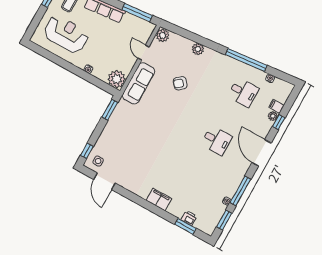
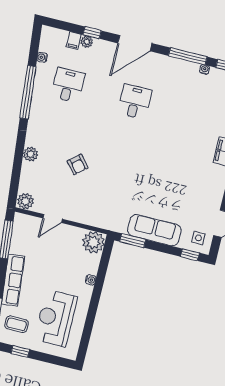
sofa: (139, 83) -> (154, 230), moved

